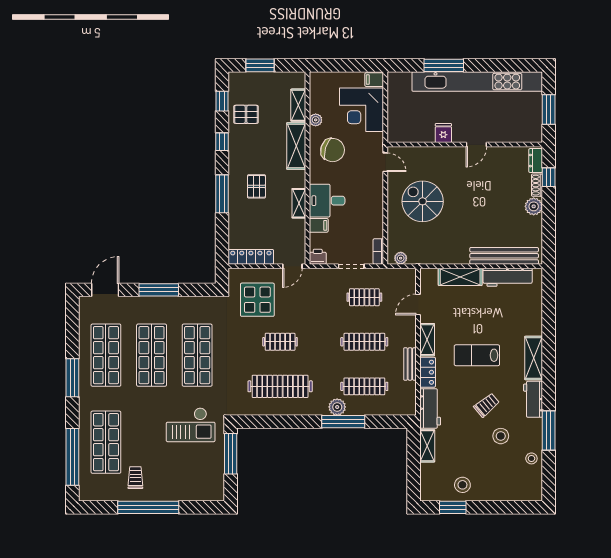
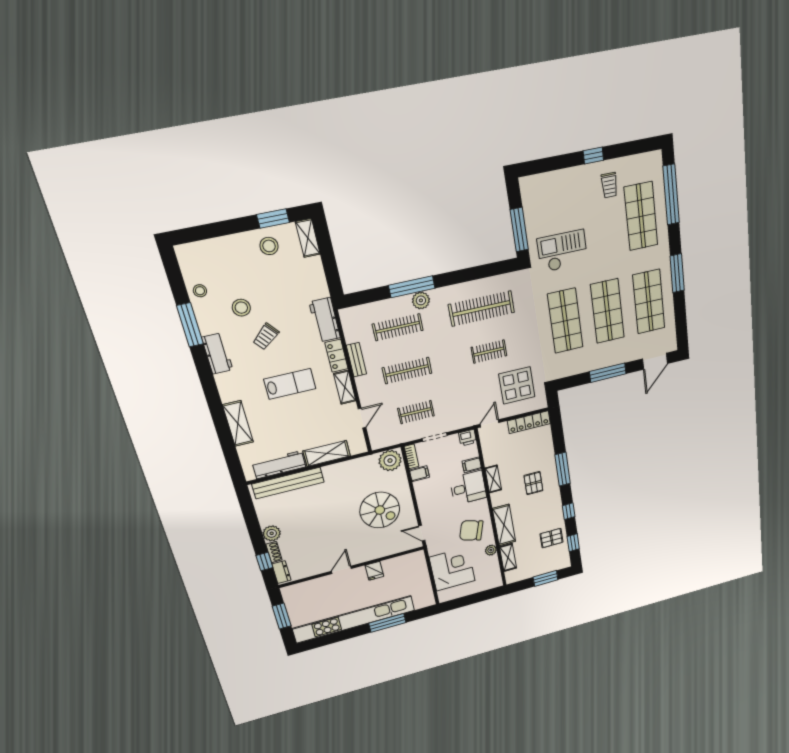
filing cabinet: (374, 80) -> (419, 474), moved
plant: (401, 258) -> (390, 461), width x1.88, depth x1.88
shelving: (534, 358) -> (238, 423), moved
shelving: (427, 446) -> (308, 238), moved
window: (148, 507) -> (593, 155), width x0.32

